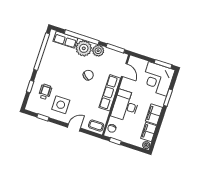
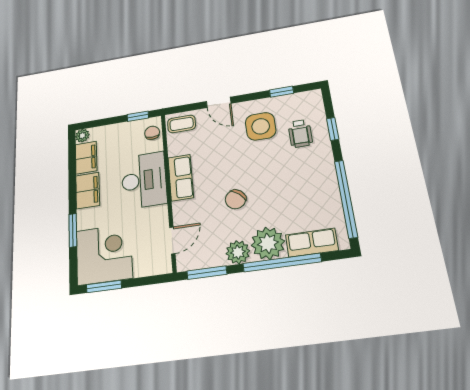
door: (124, 70) -> (172, 240), swing flipped
row of seats: (110, 93) -> (181, 178), width x0.68
door: (74, 128) -> (219, 102), hinge flipped

